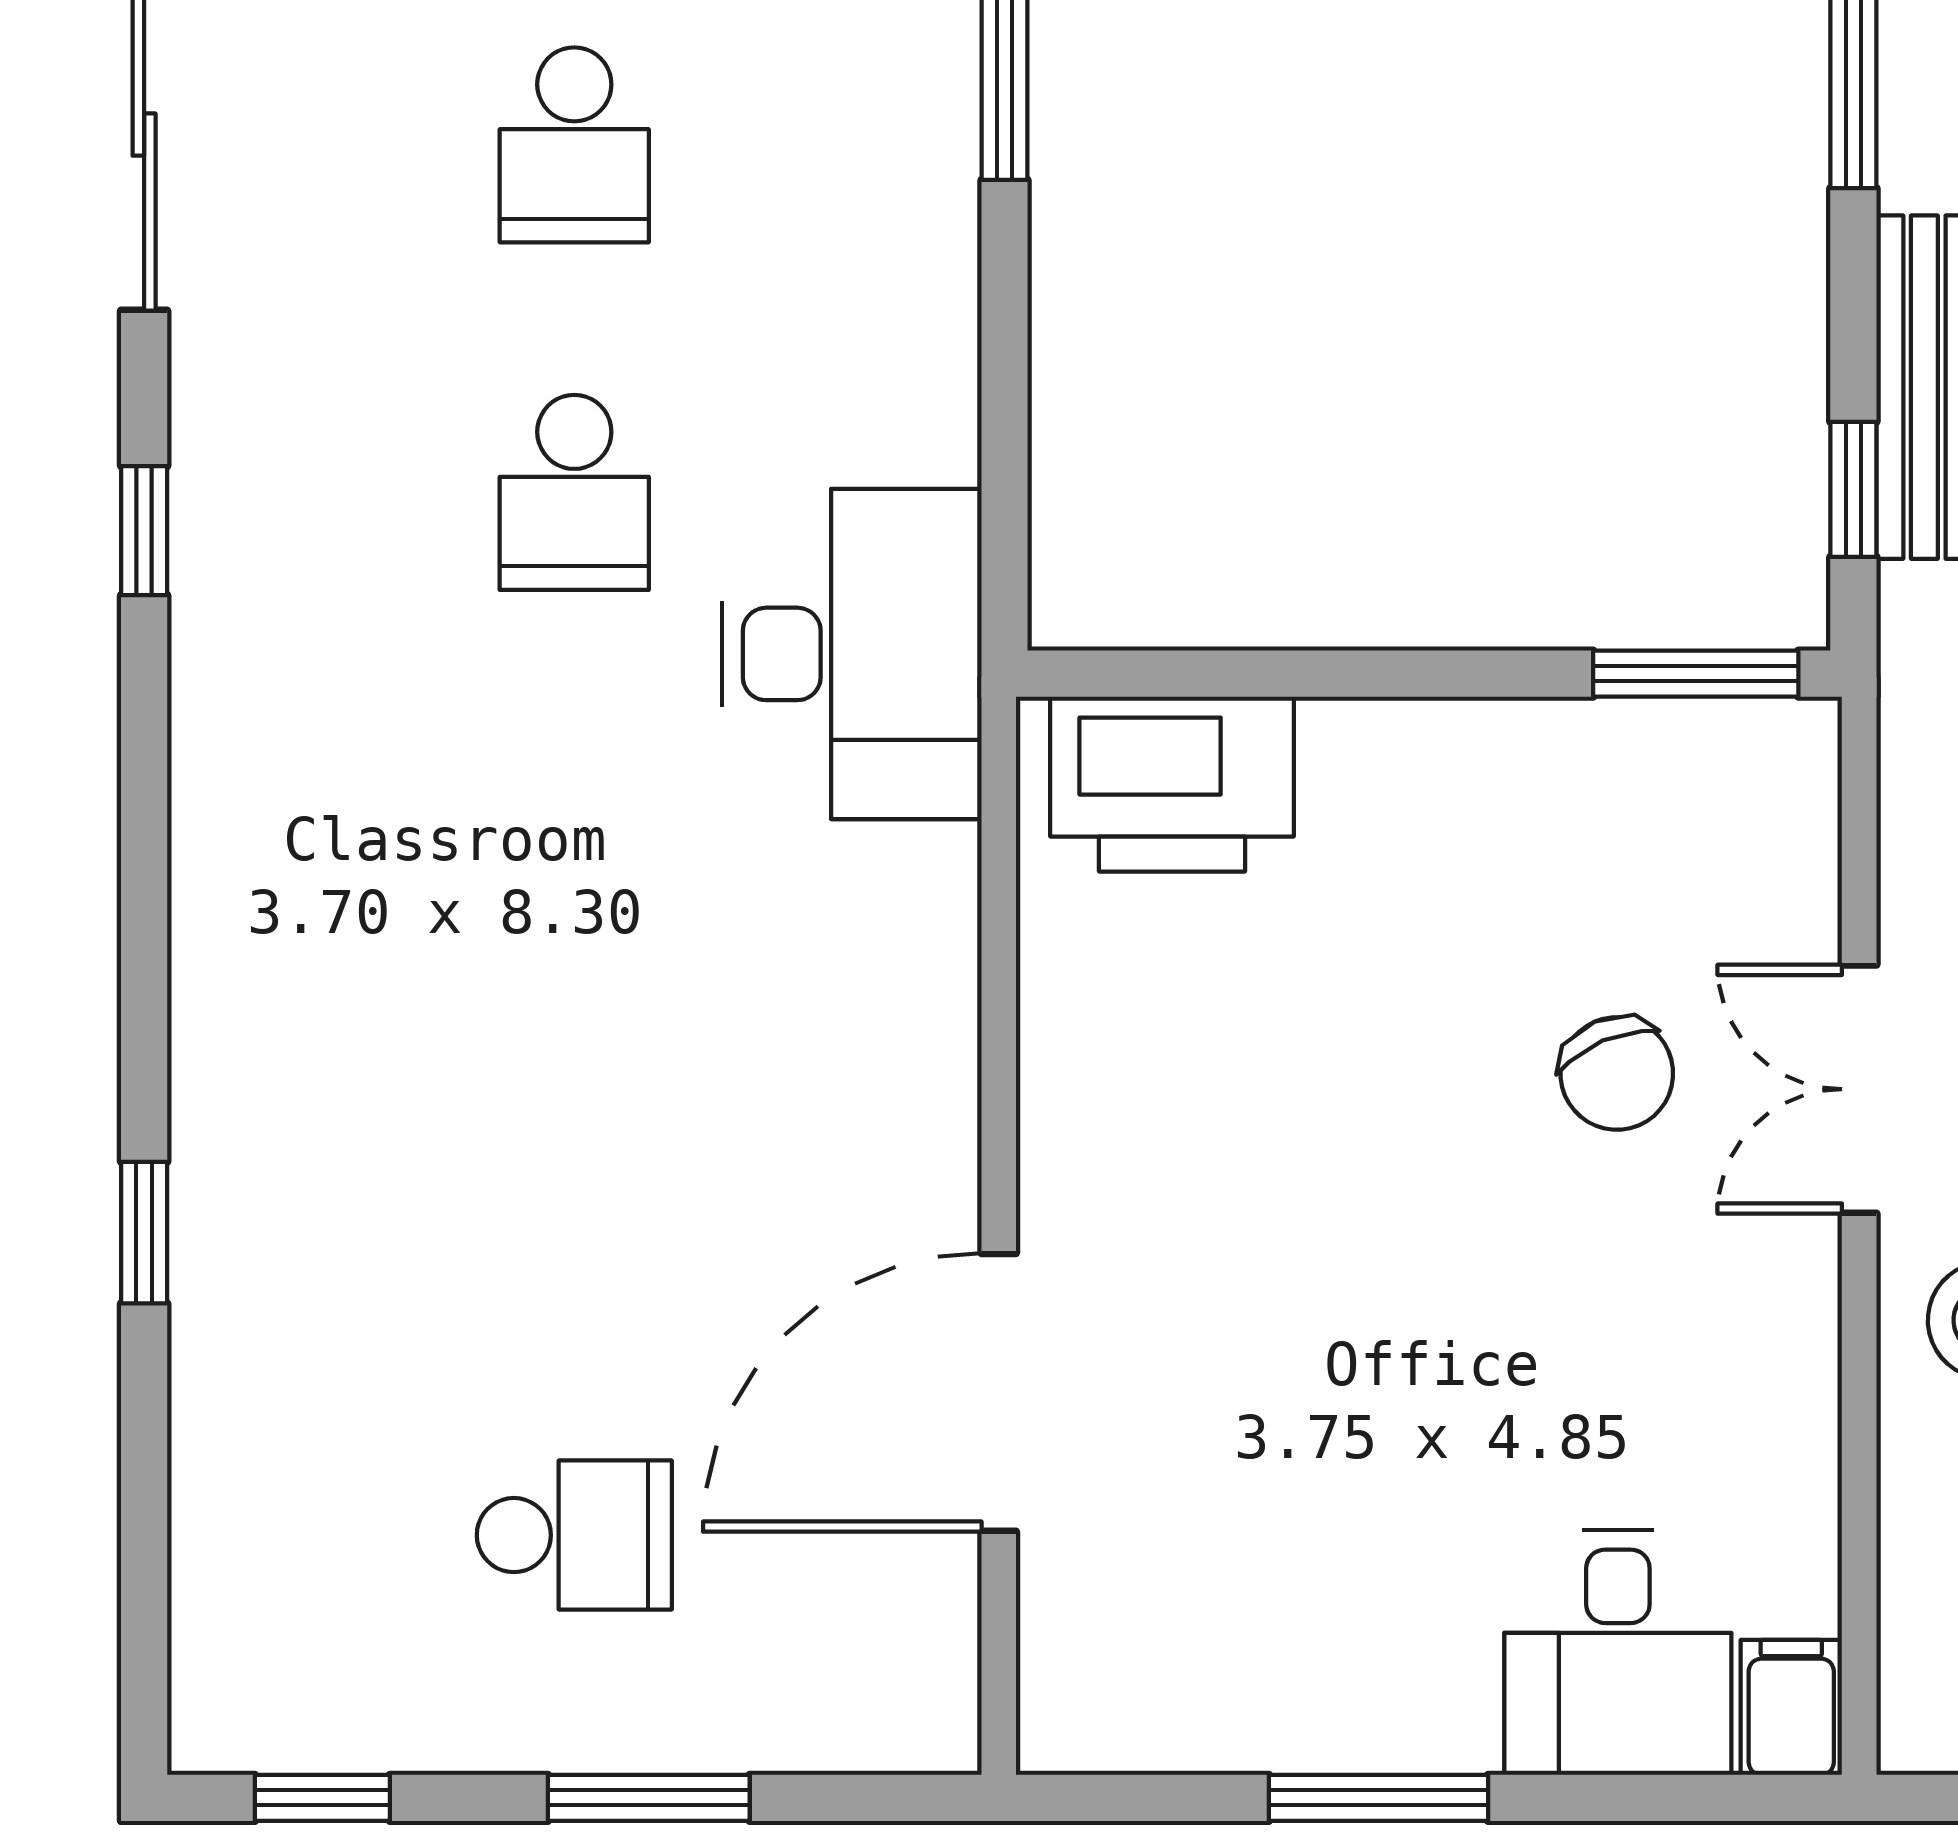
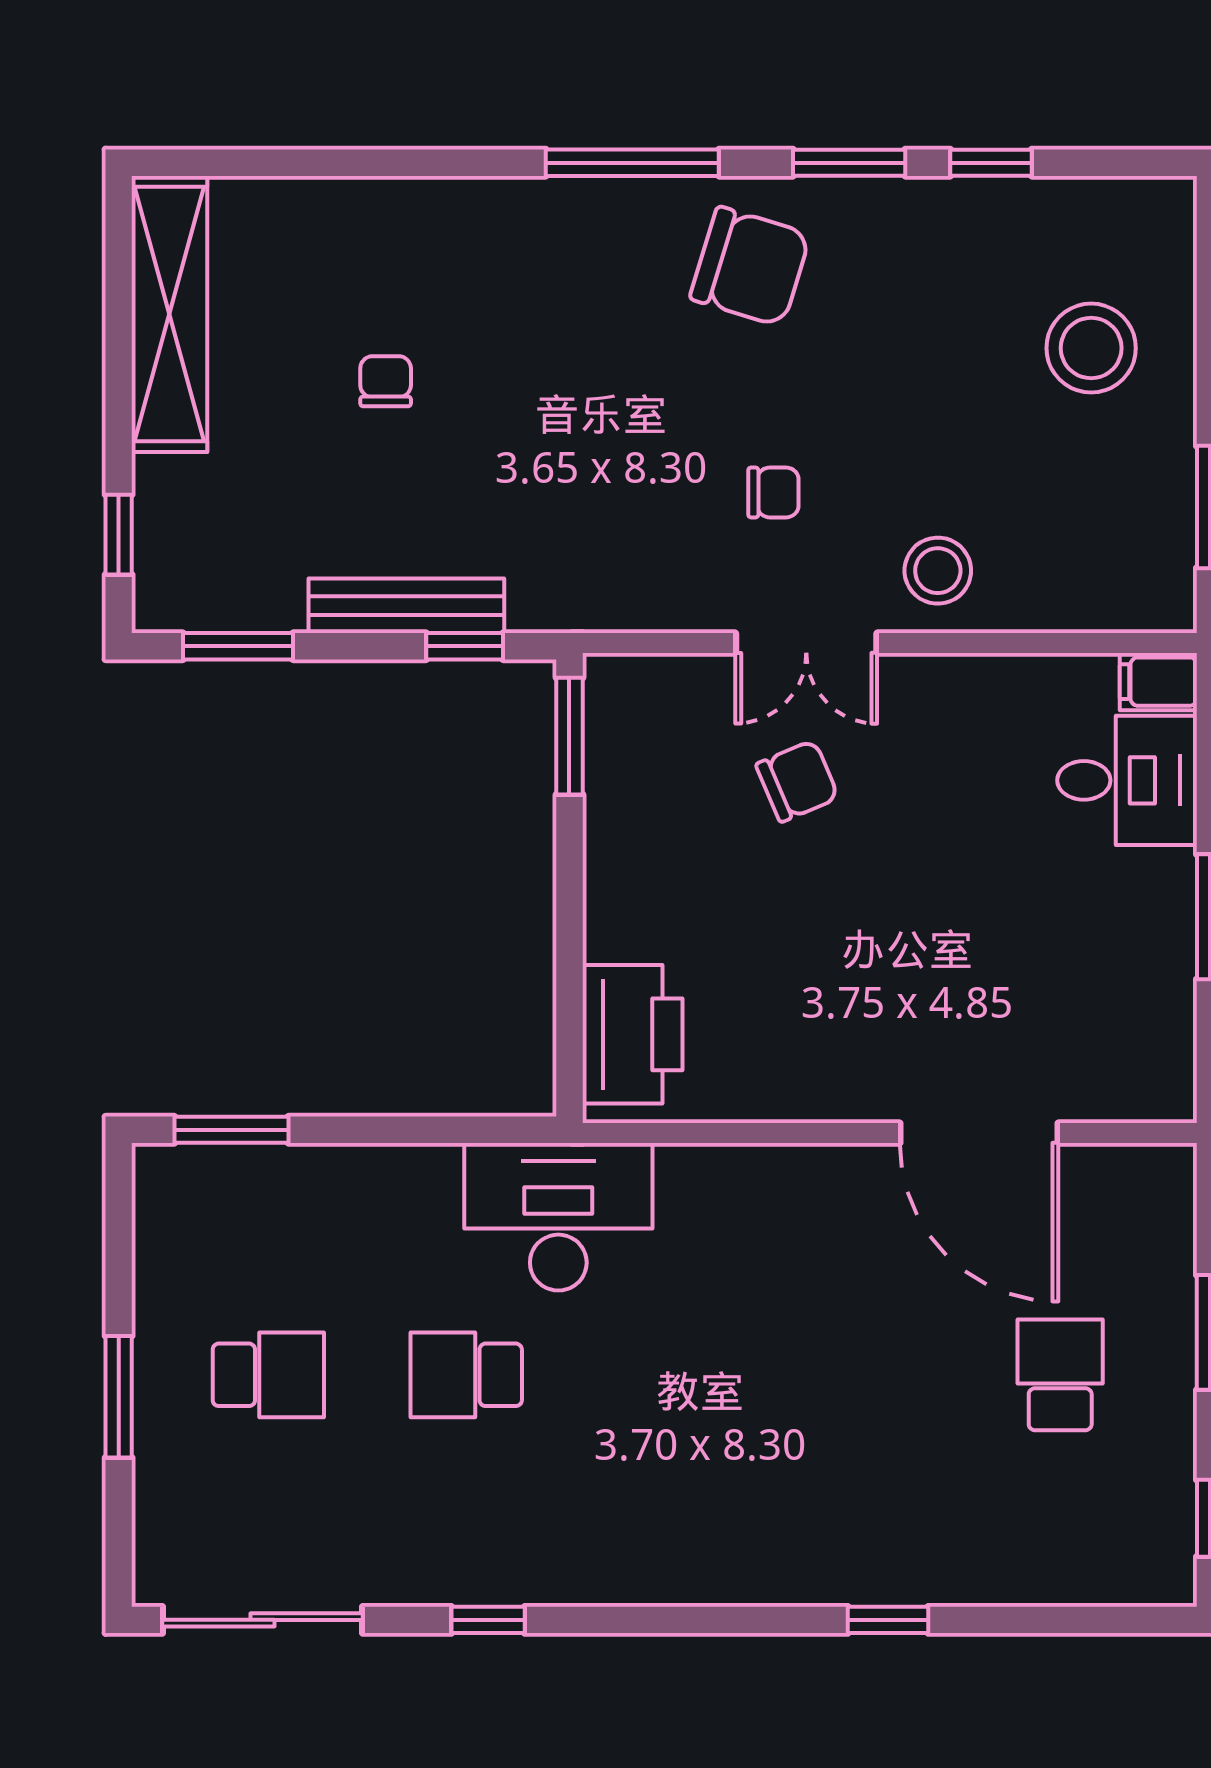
school desk: (574, 492) -> (466, 1375), turned 180

